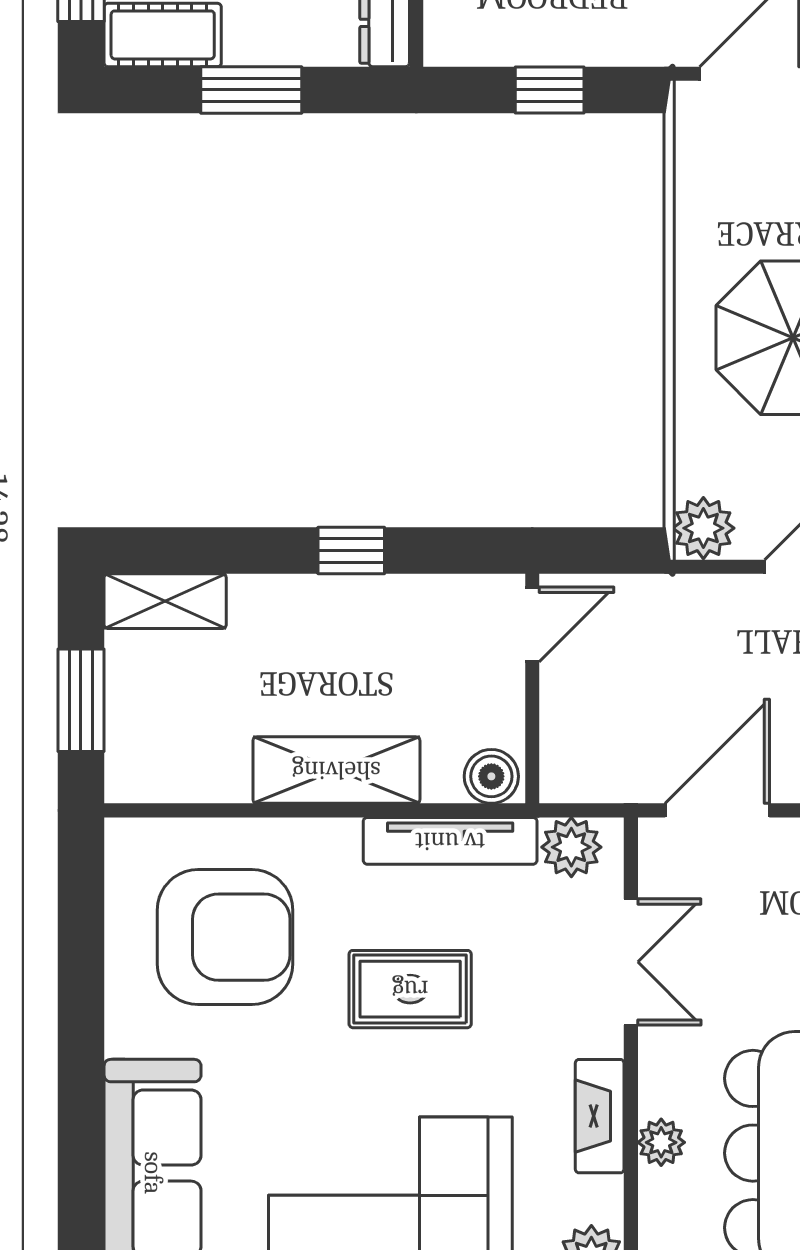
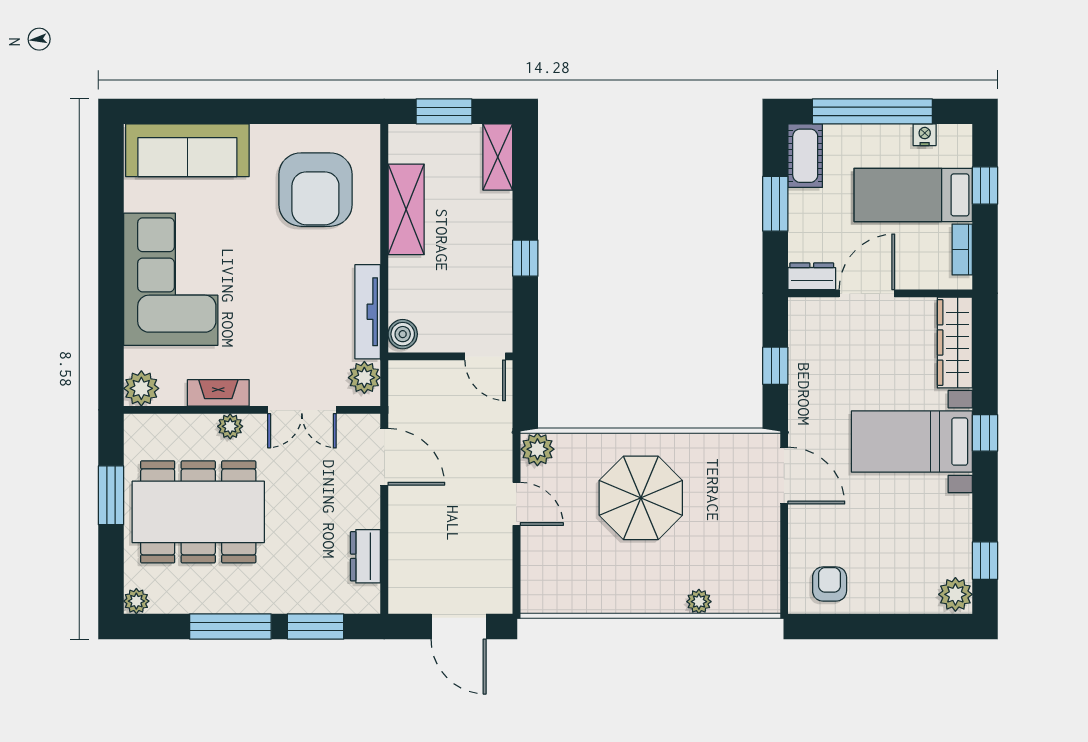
shelving: (336, 770) -> (406, 209), moved
rug: (410, 989) -> (287, 290), removed
plant: (661, 1142) -> (230, 426), moved

